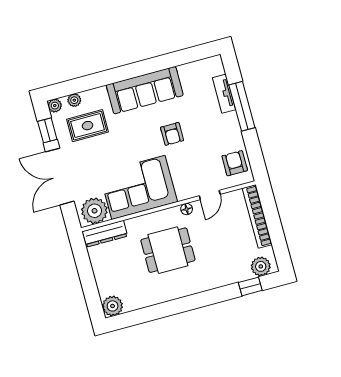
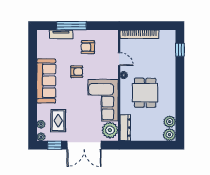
armchair: (235, 163) -> (88, 47), moved
plant: (261, 266) -> (170, 122), moved

